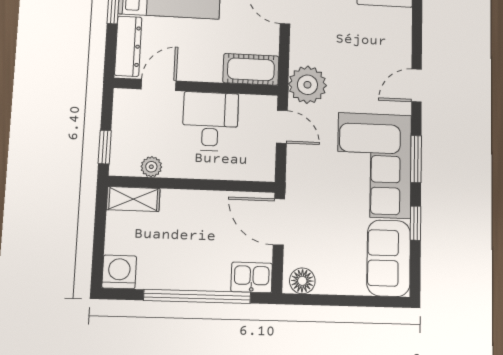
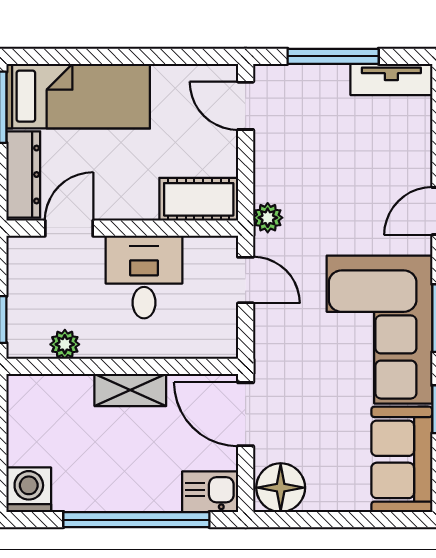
plant: (307, 85) -> (268, 218), width x0.53, depth x0.53
shelving: (133, 199) -> (130, 390), moved
floor lamp: (302, 281) -> (281, 488), width x1.38, depth x1.38

